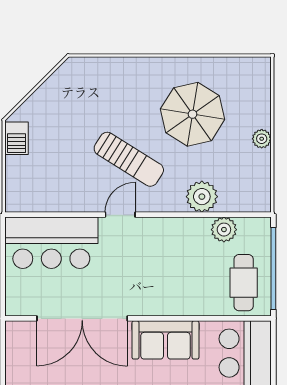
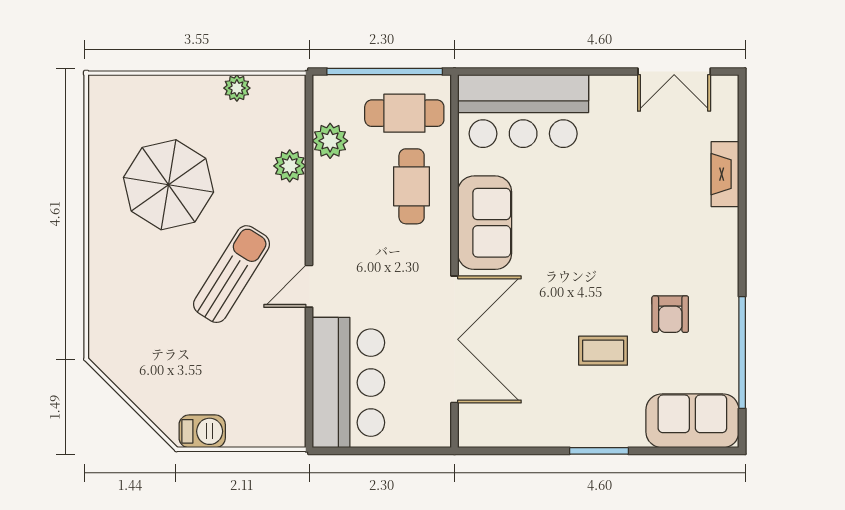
plant: (262, 139) -> (237, 88), moved
plant: (202, 197) -> (290, 166), width x0.73, depth x0.73
door: (120, 215) -> (309, 286), hinge flipped
cafe table: (191, 288) -> (412, 186), added

